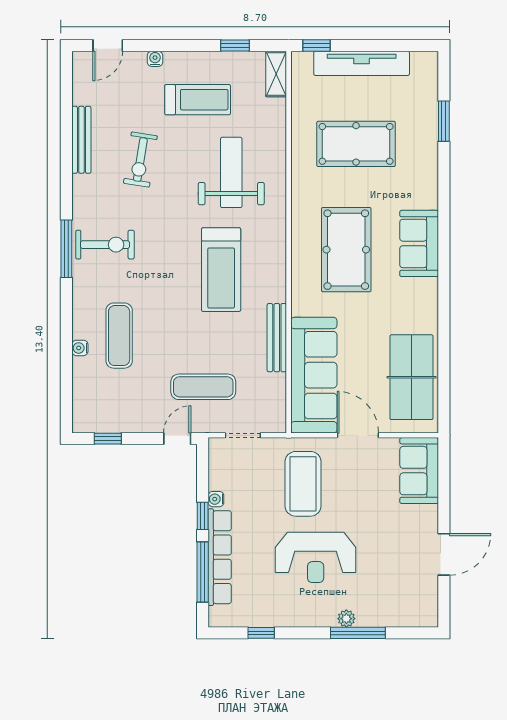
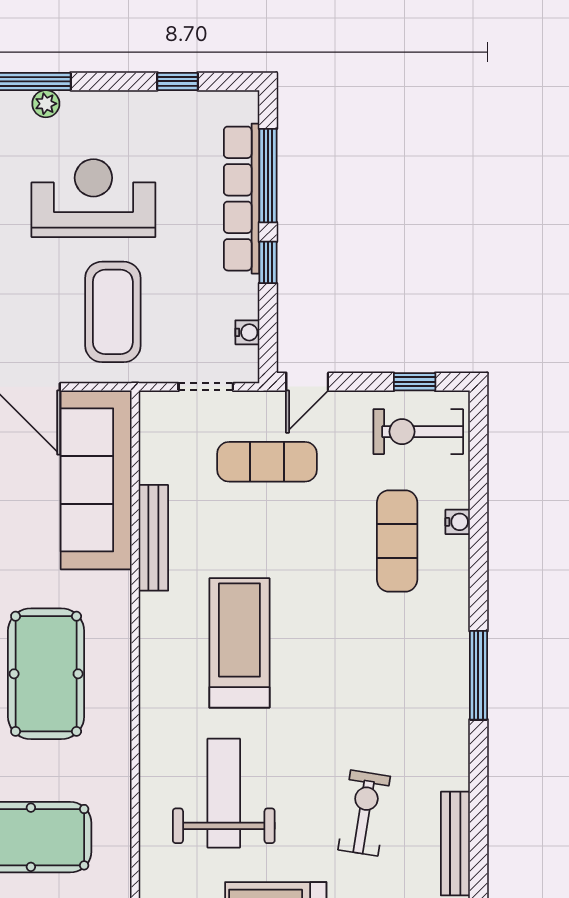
weight bench: (231, 172) -> (224, 793), turned 180
exercise bike: (105, 245) -> (418, 432), moved
water cooler: (216, 499) -> (247, 332), moved

